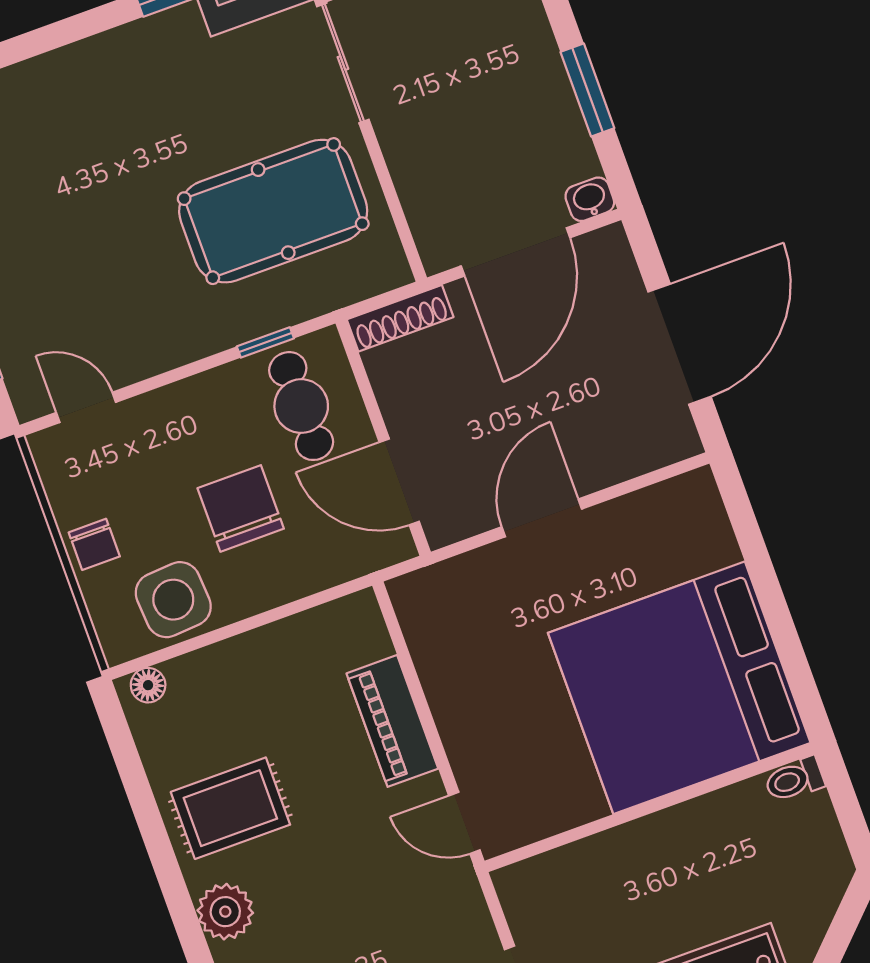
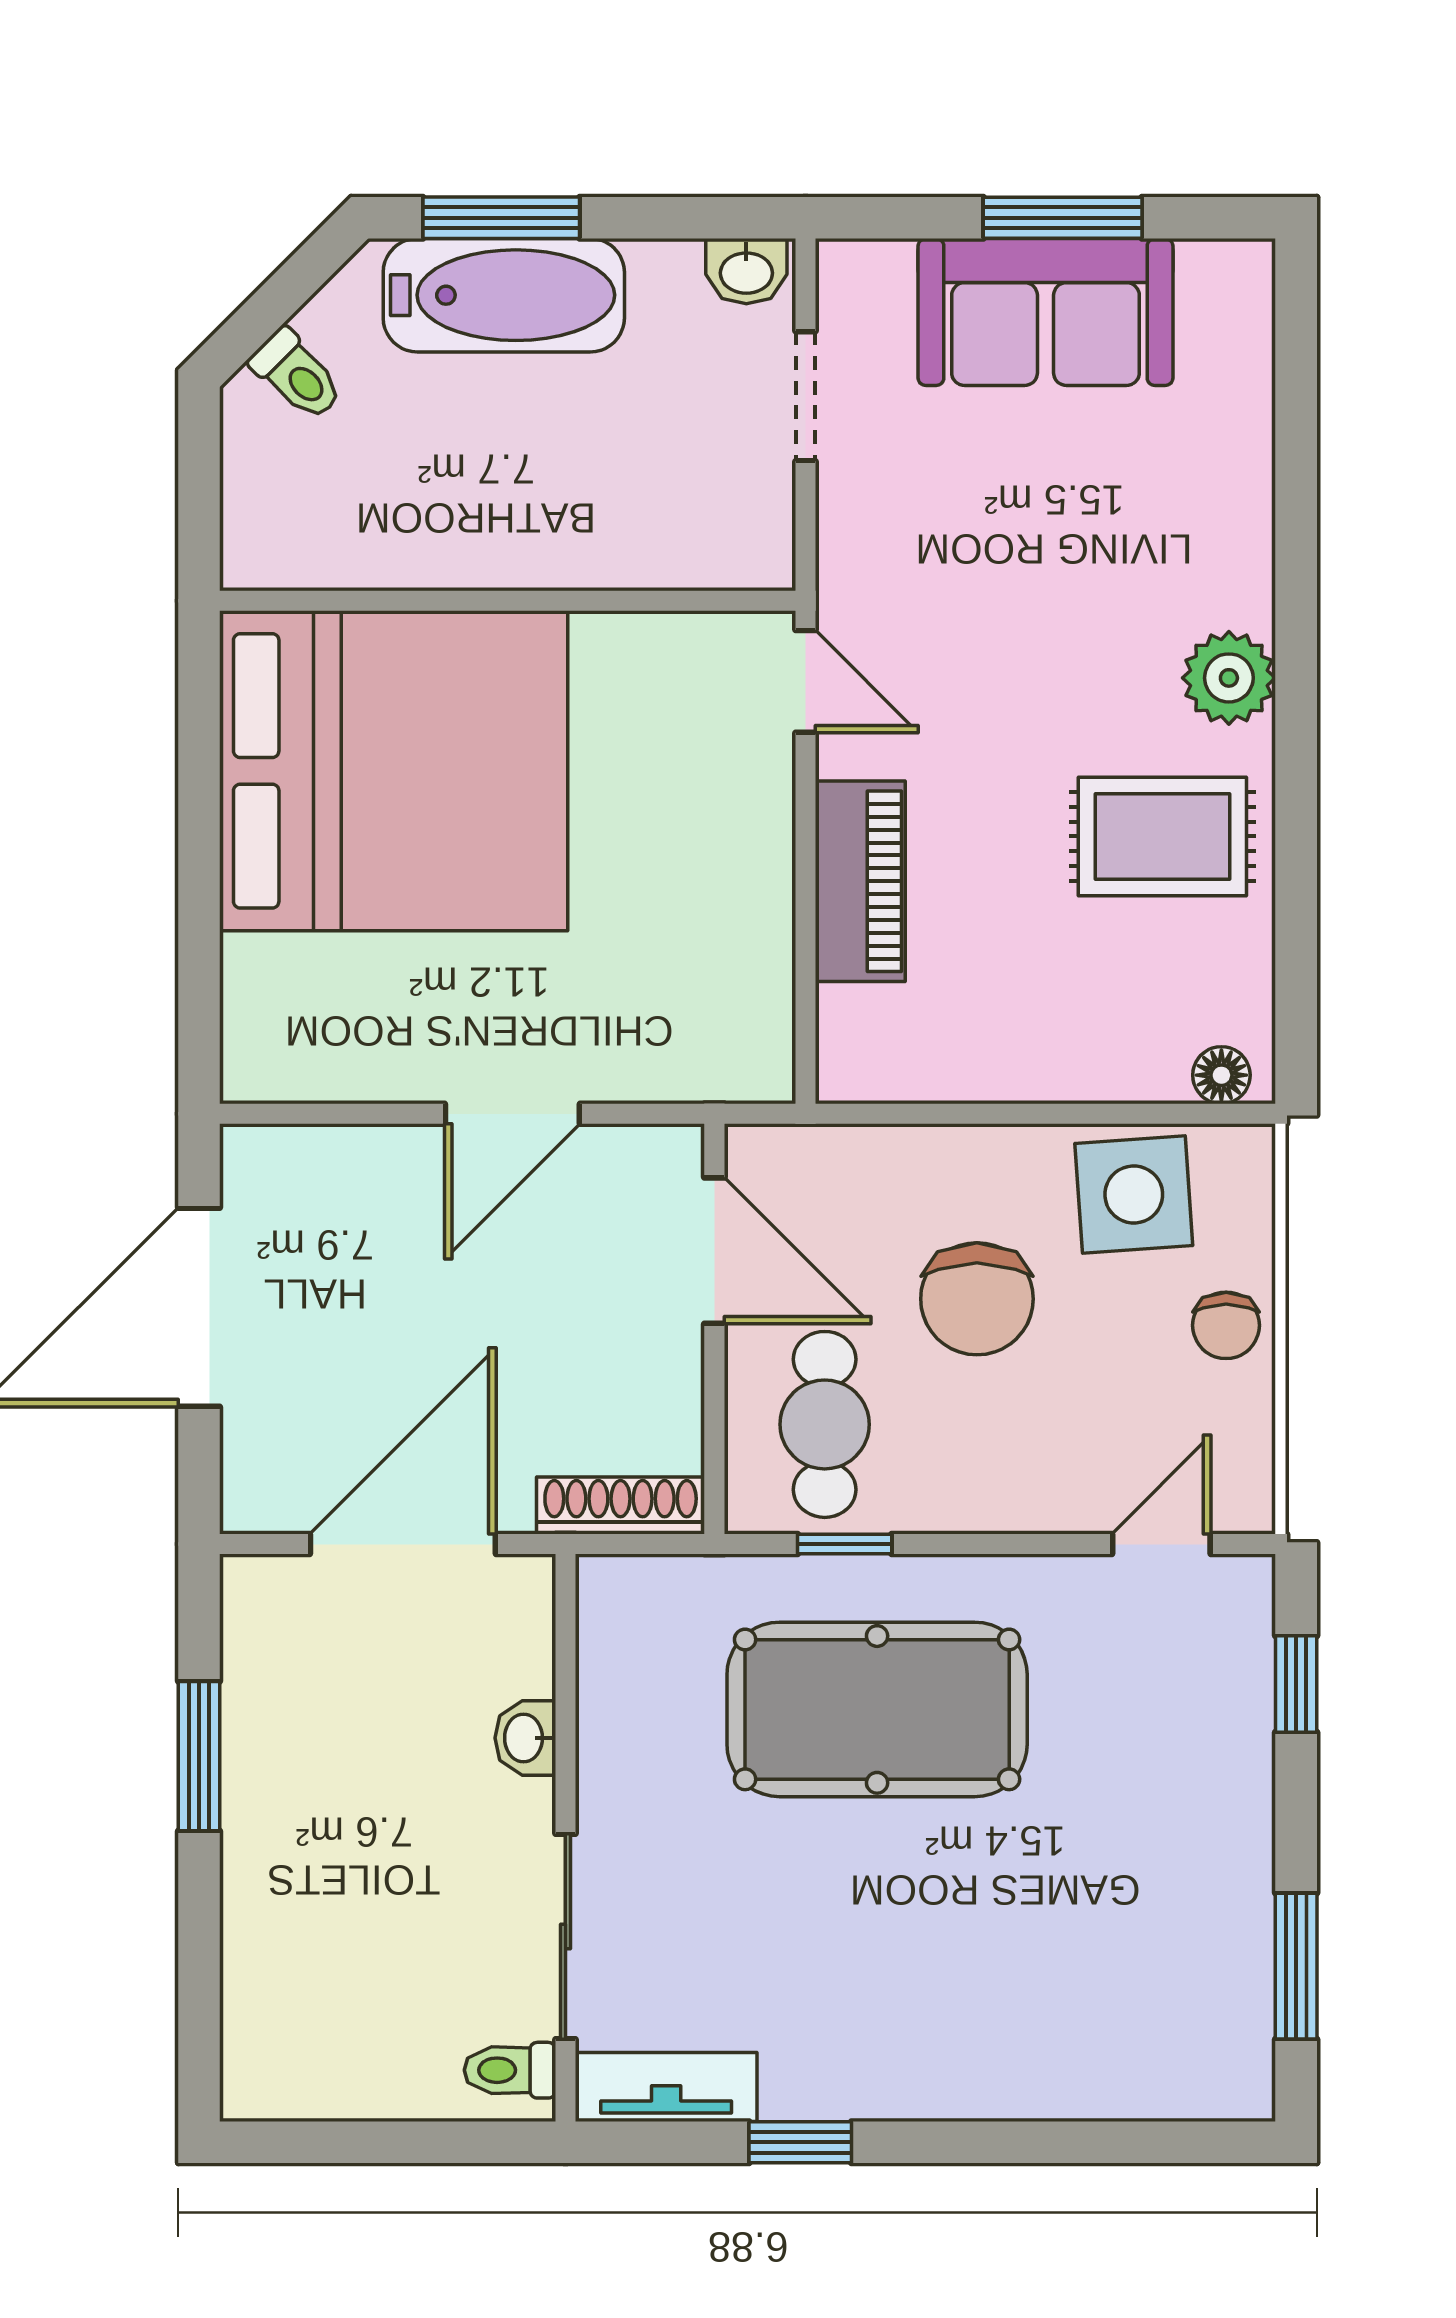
washbasin: (590, 199) -> (525, 1738), moved, turned 90
pool table: (273, 211) -> (877, 1709), moved
door: (86, 407) -> (1161, 1544), swing flipped
chair: (94, 544) -> (1226, 1325), turned 180
toilet: (794, 779) -> (297, 375), moved, turned 45

